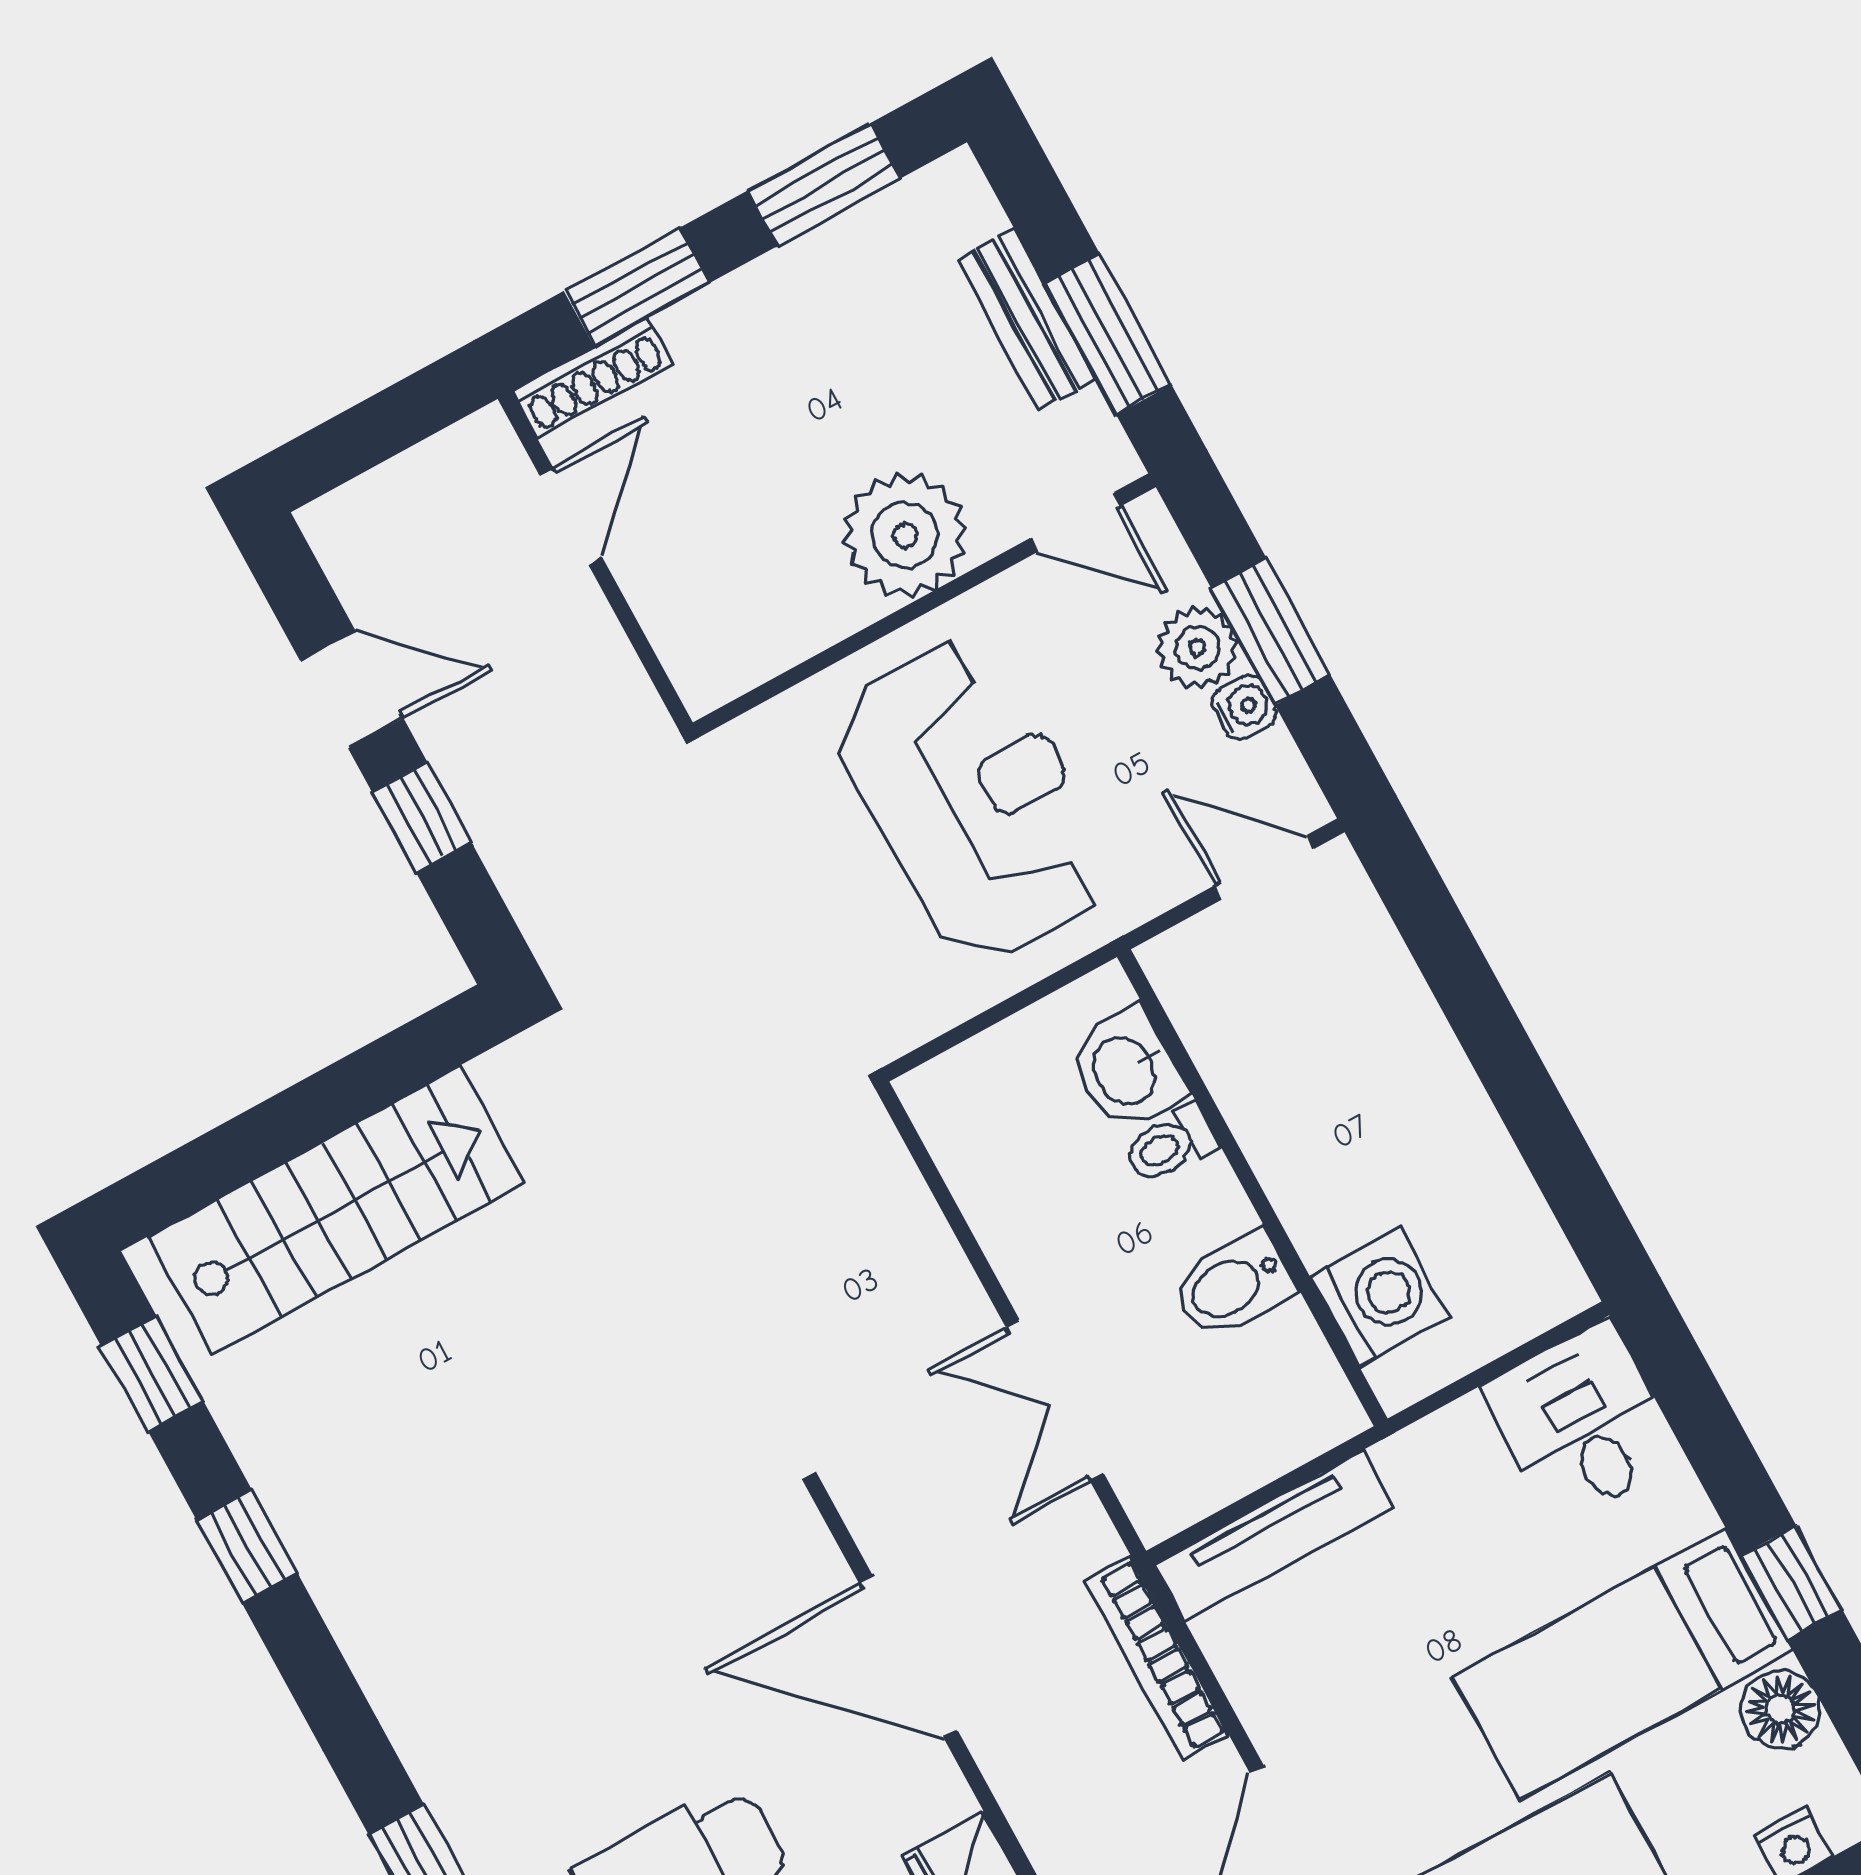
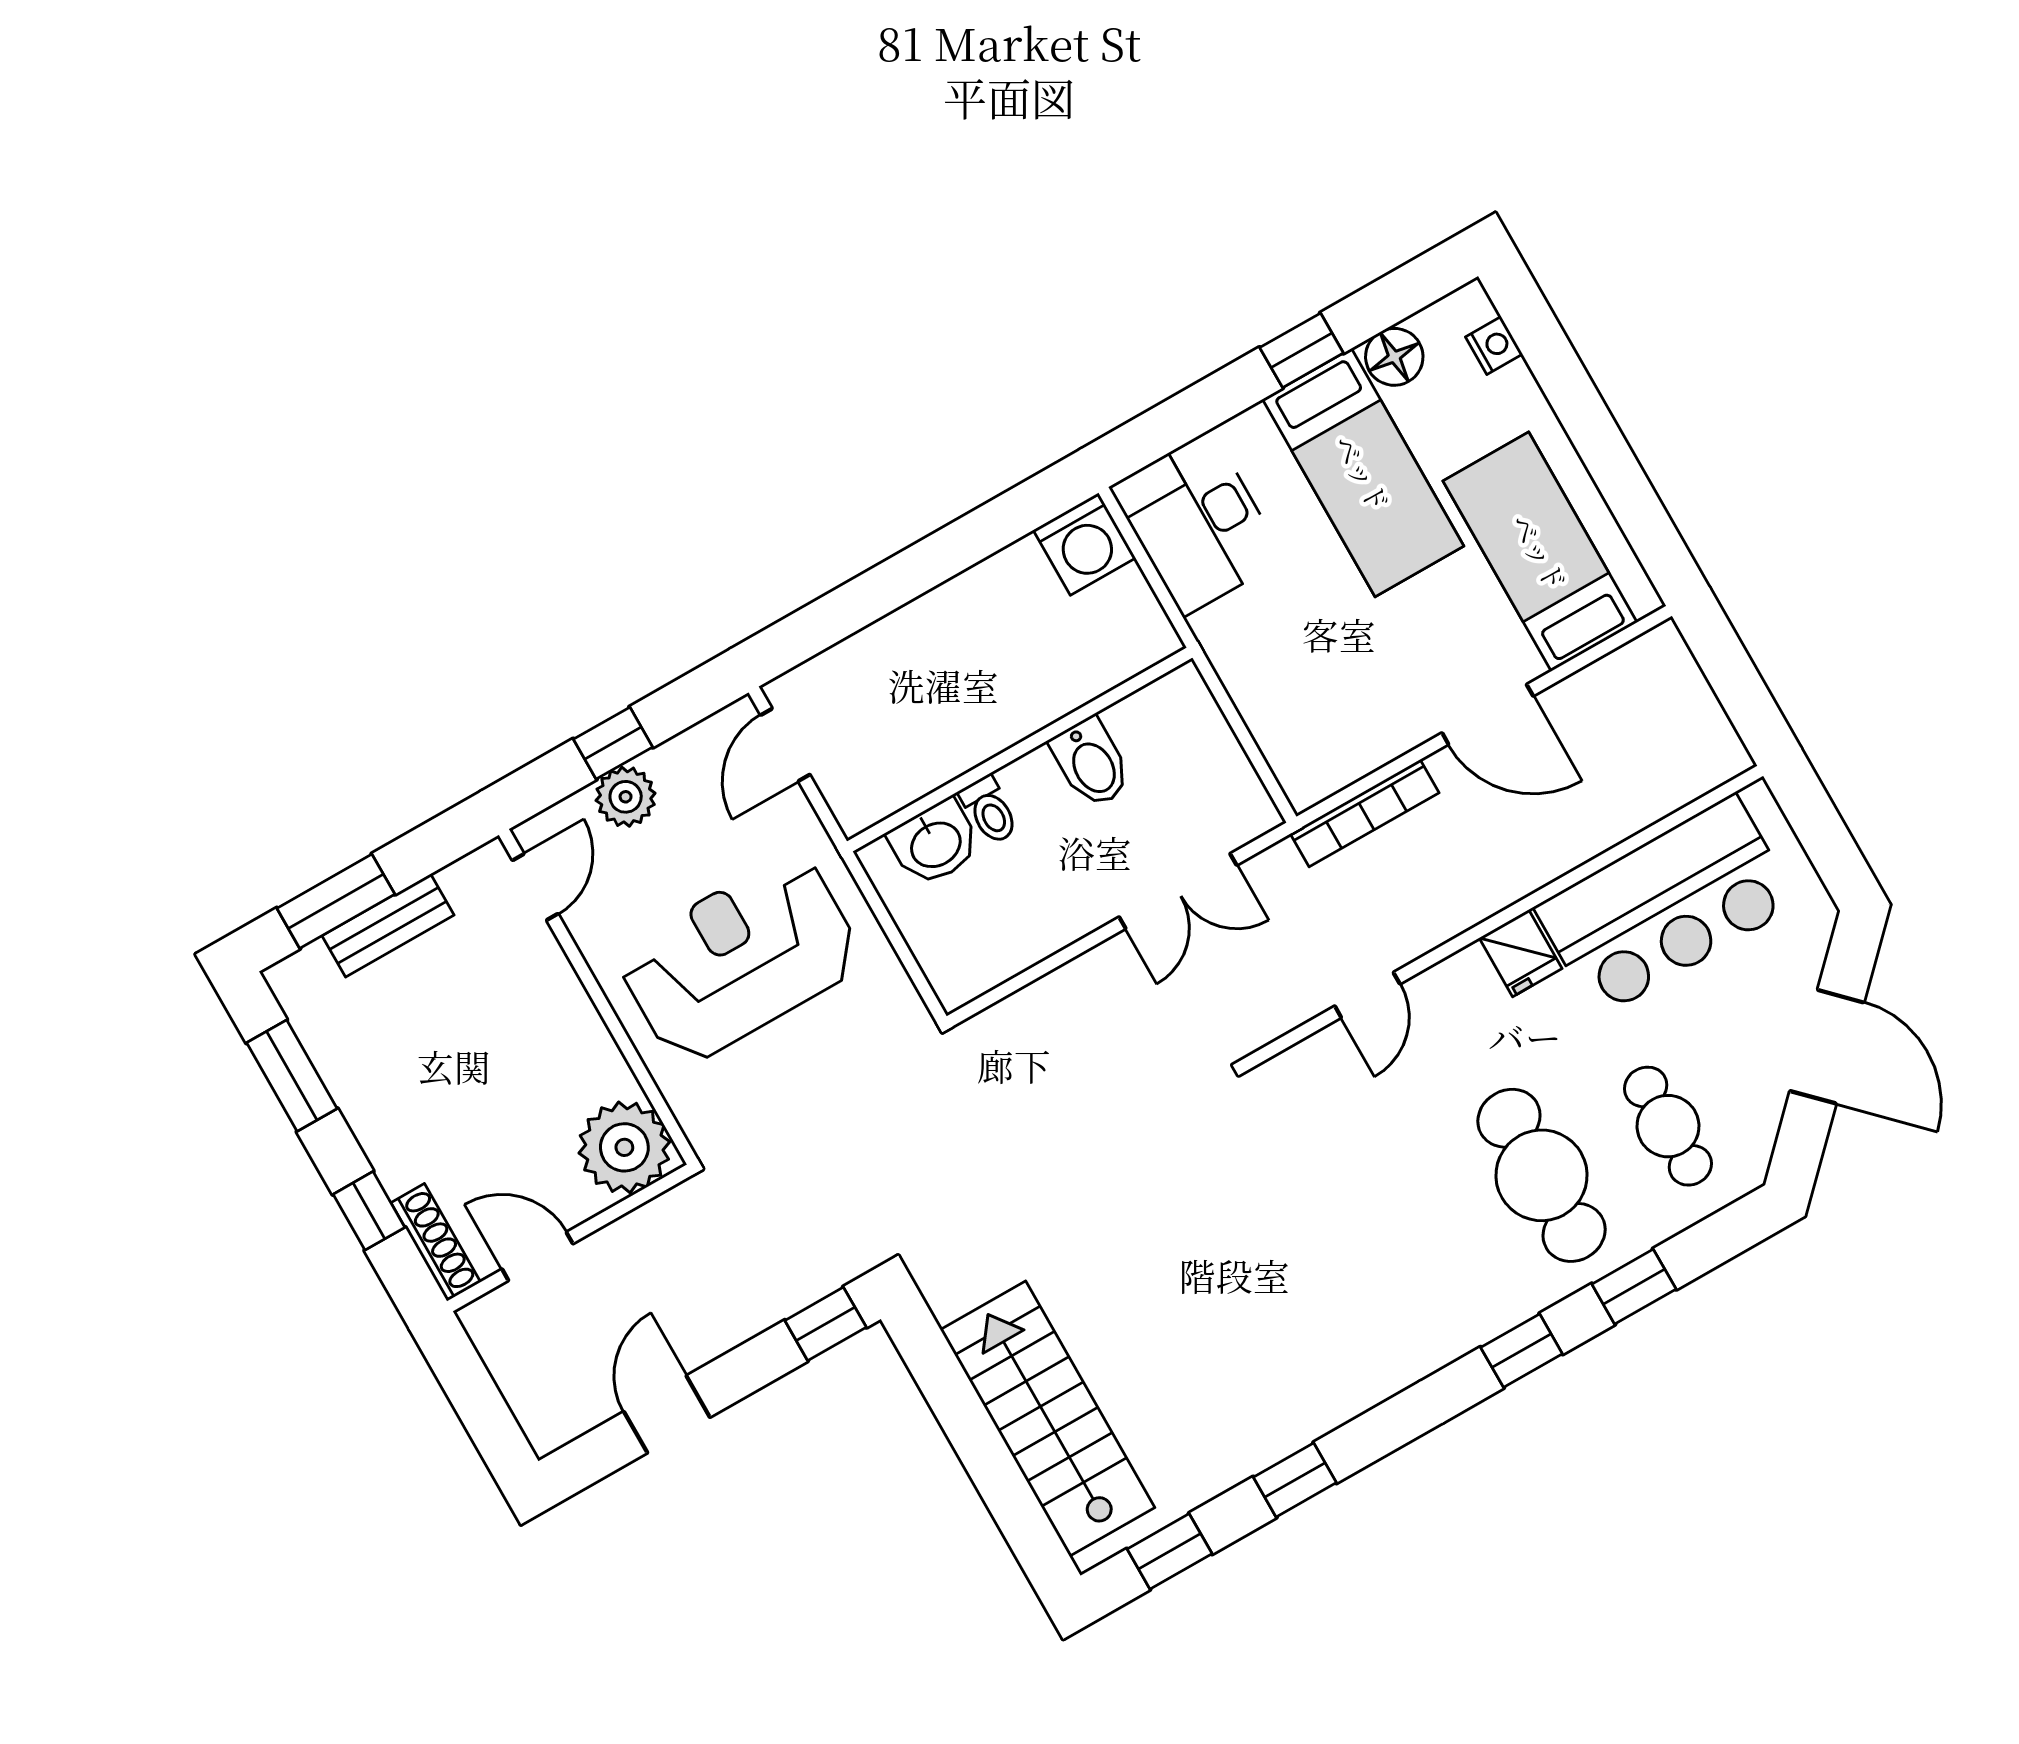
window: (637, 287) -> (369, 1211), width x0.67
window: (1108, 334) -> (336, 901), moved
plant: (905, 535) -> (624, 1147), moved
window: (1271, 632) -> (613, 743), width x0.67
water cooler: (1244, 707) -> (669, 761), removed
window: (422, 817) -> (826, 1324), moved
washing machine: (1380, 1297) -> (1084, 544), moved, turned 180
desk: (1582, 1422) -> (1197, 523), width x1.37
tv unit: (1274, 1536) -> (1274, 729), removed
door: (908, 1657) -> (1367, 995), width x0.53

